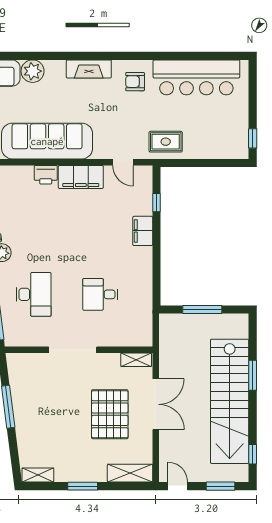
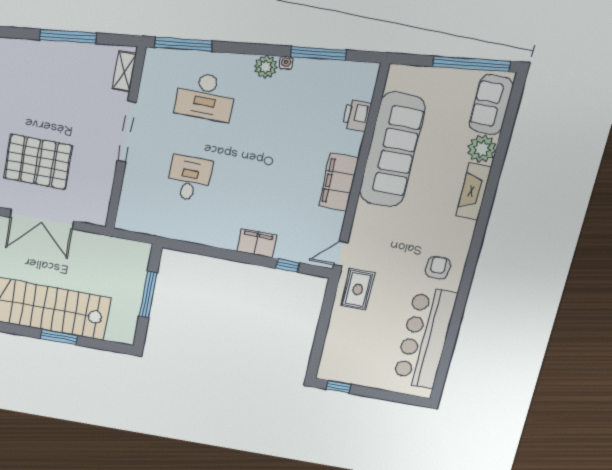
fireplace: (89, 69) -> (474, 192), moved
door: (123, 162) -> (341, 254), moved
printer: (46, 175) -> (357, 115), moved
shelving: (136, 360) -> (124, 71), moved

